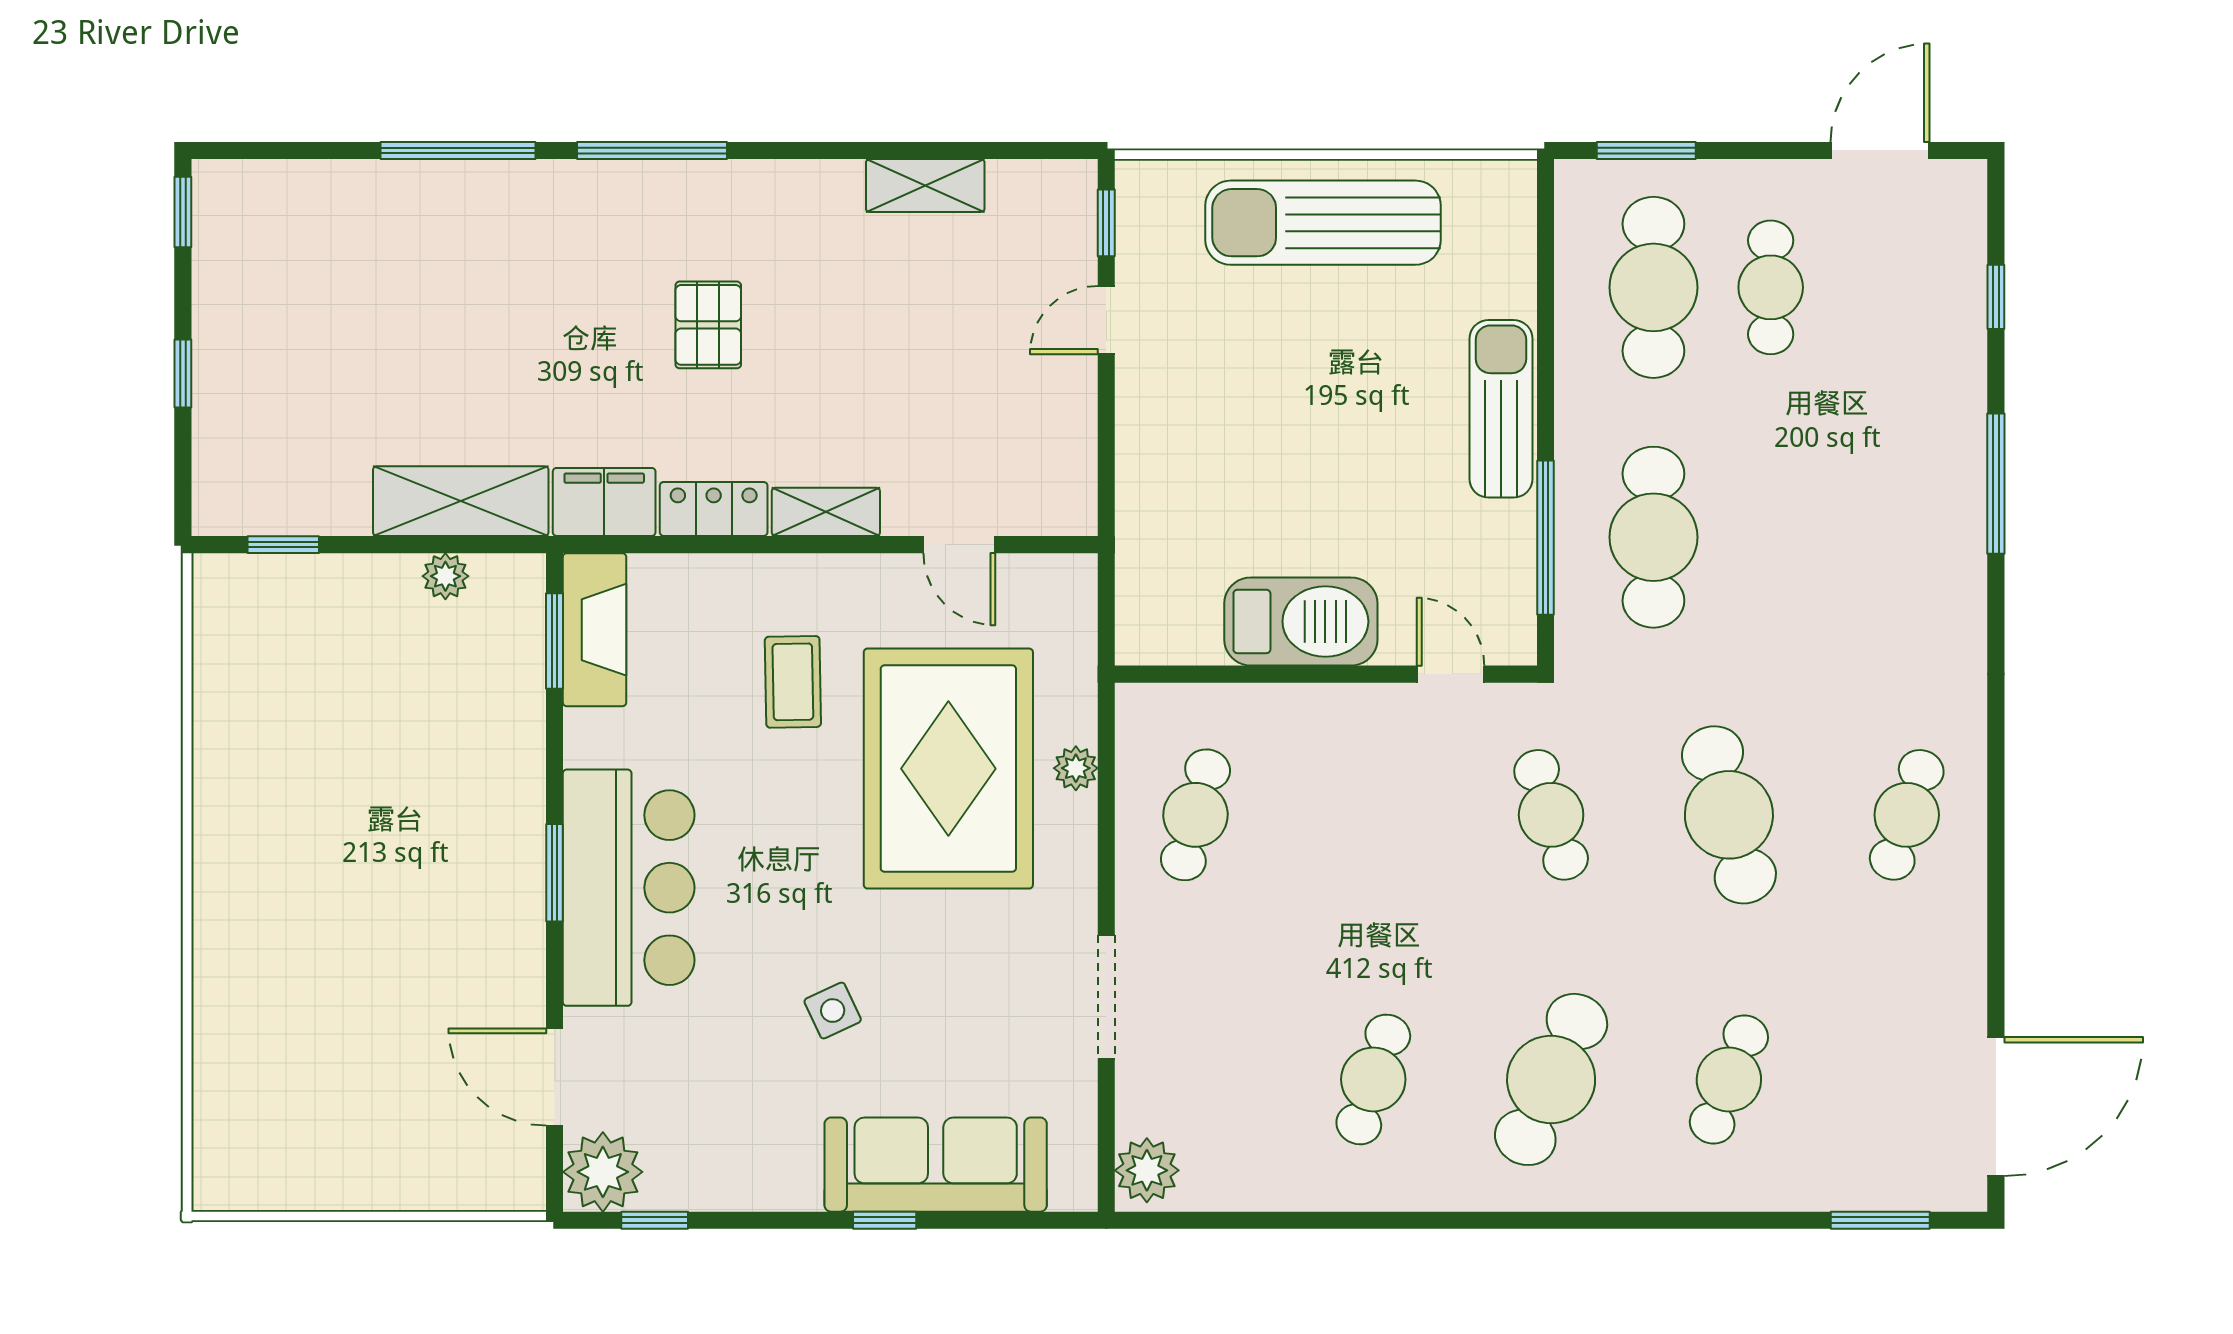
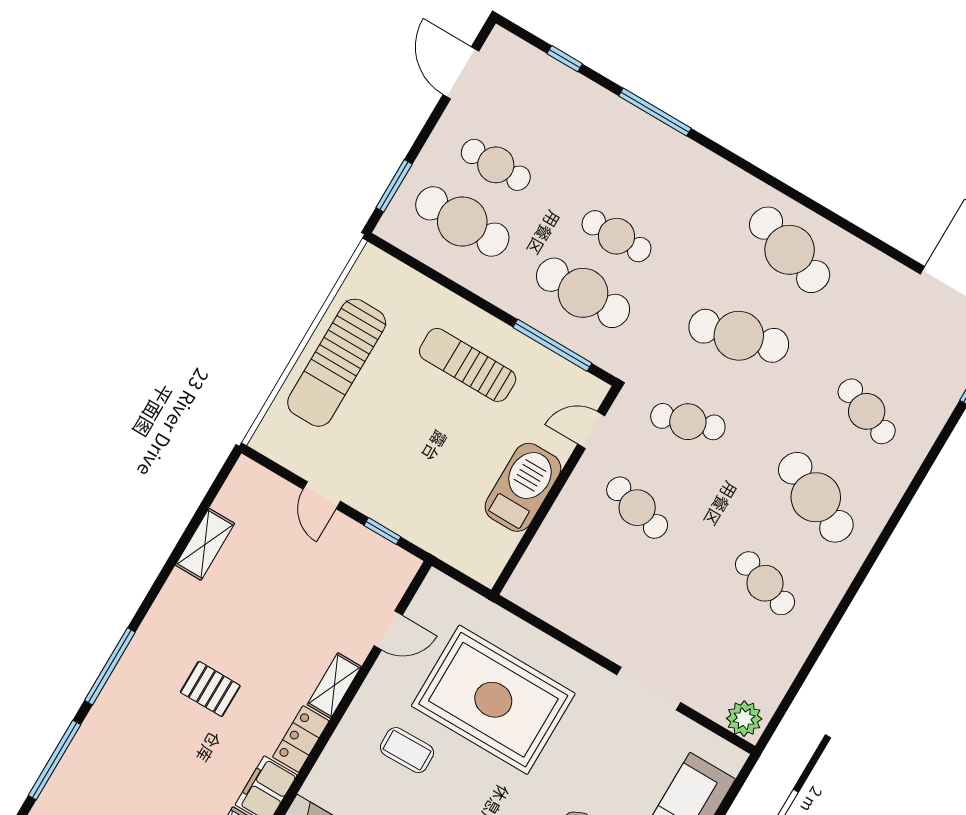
window: (1106, 223) -> (382, 531), moved
sun lounger: (1501, 409) -> (468, 365), moved
cafe table: (1771, 537) -> (617, 236), added
plant: (1076, 768) -> (530, 638), removed
cafe table: (1195, 815) -> (637, 508), moved
cafe table: (1907, 815) -> (790, 250), width x1.37, depth x1.35

